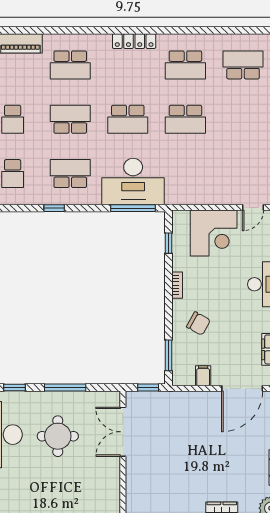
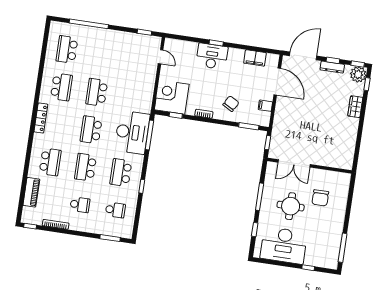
school desk: (128, 119) -> (91, 130), turned 180
school desk: (185, 119) -> (97, 92), turned 180
corner desk: (214, 233) -> (172, 97), moved, turned -90
chair: (77, 479) -> (320, 198), added

